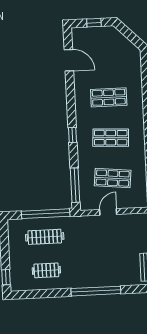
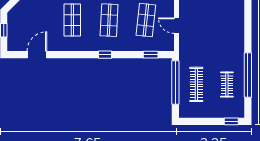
window: (75, 185) -> (151, 55), width x0.46
window: (96, 291) -> (248, 75), moved

